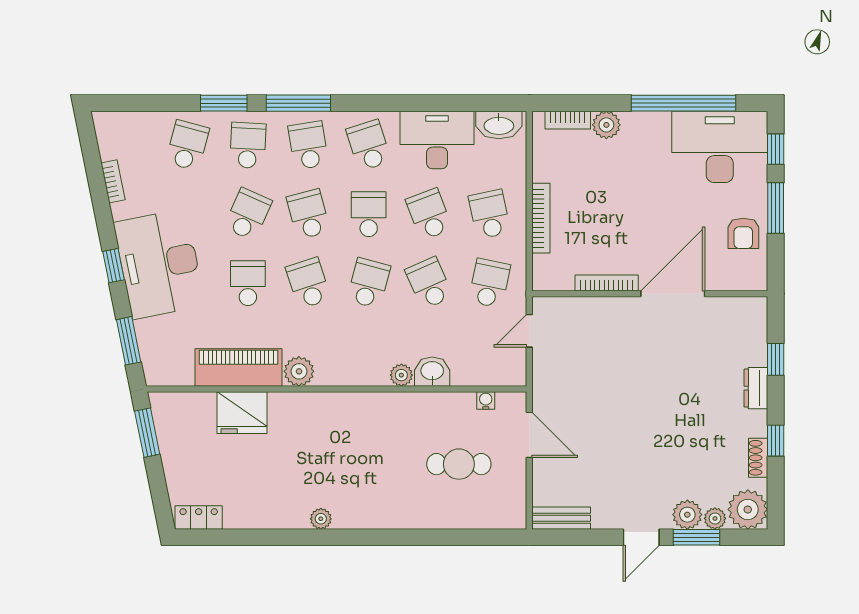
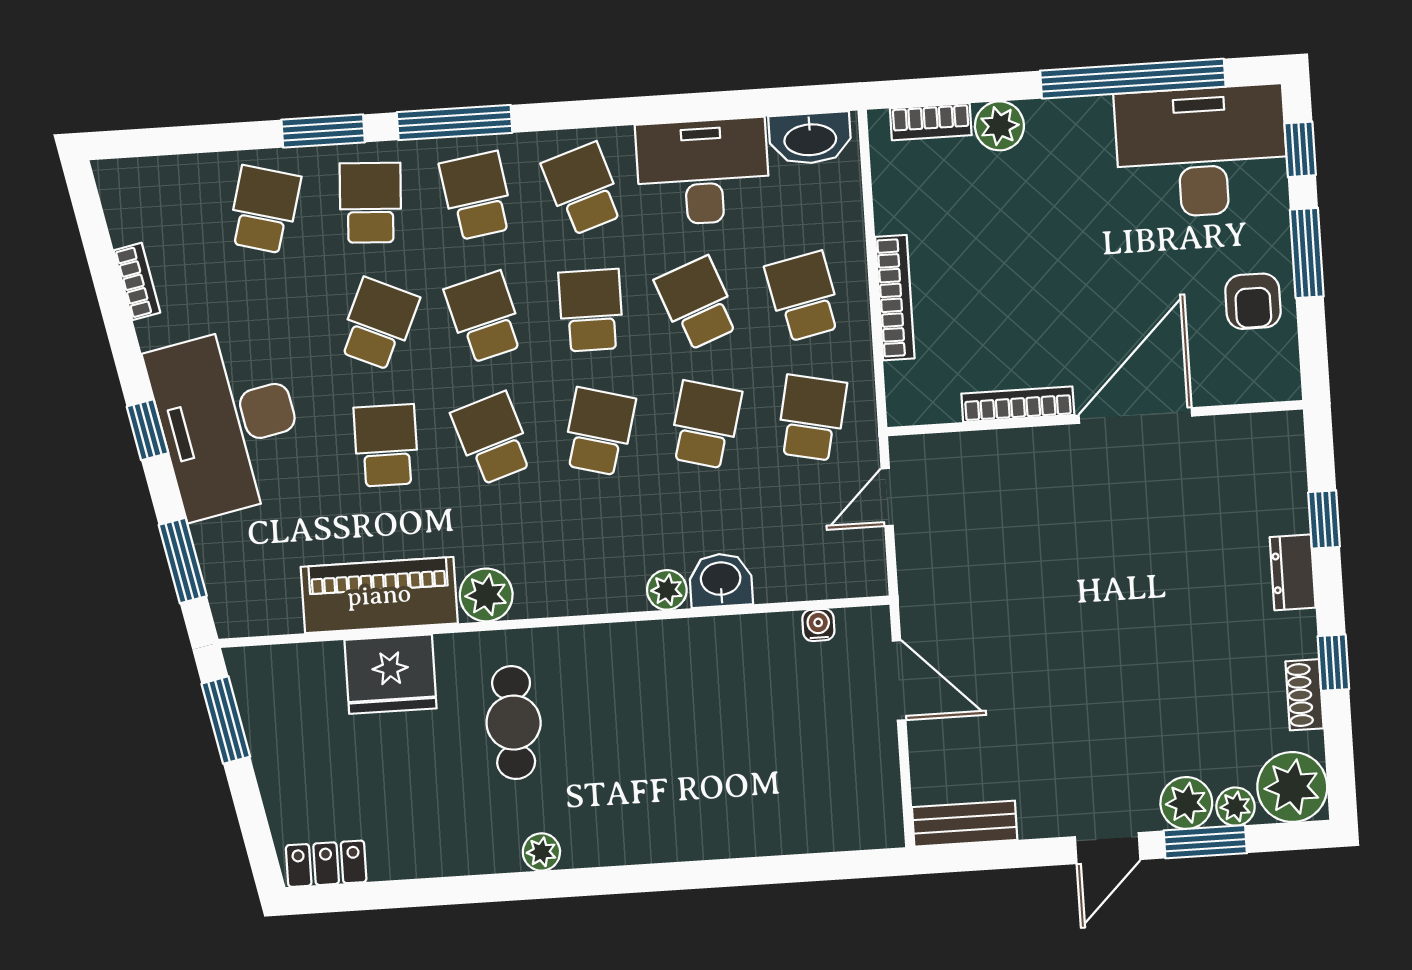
school desk: (429, 283) -> (705, 425), turned 39
cafe table: (459, 464) -> (514, 723), moved, turned 90

